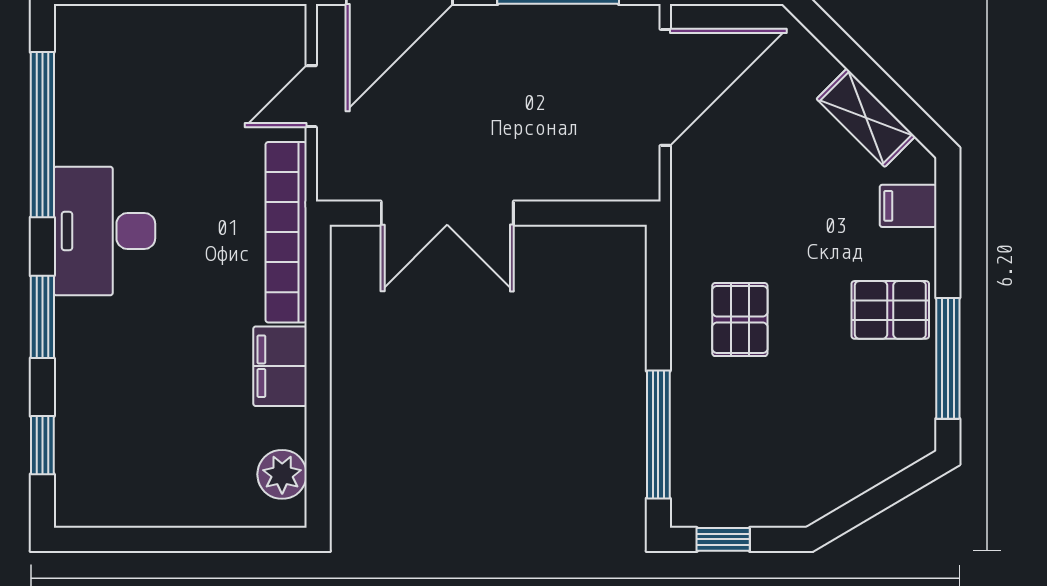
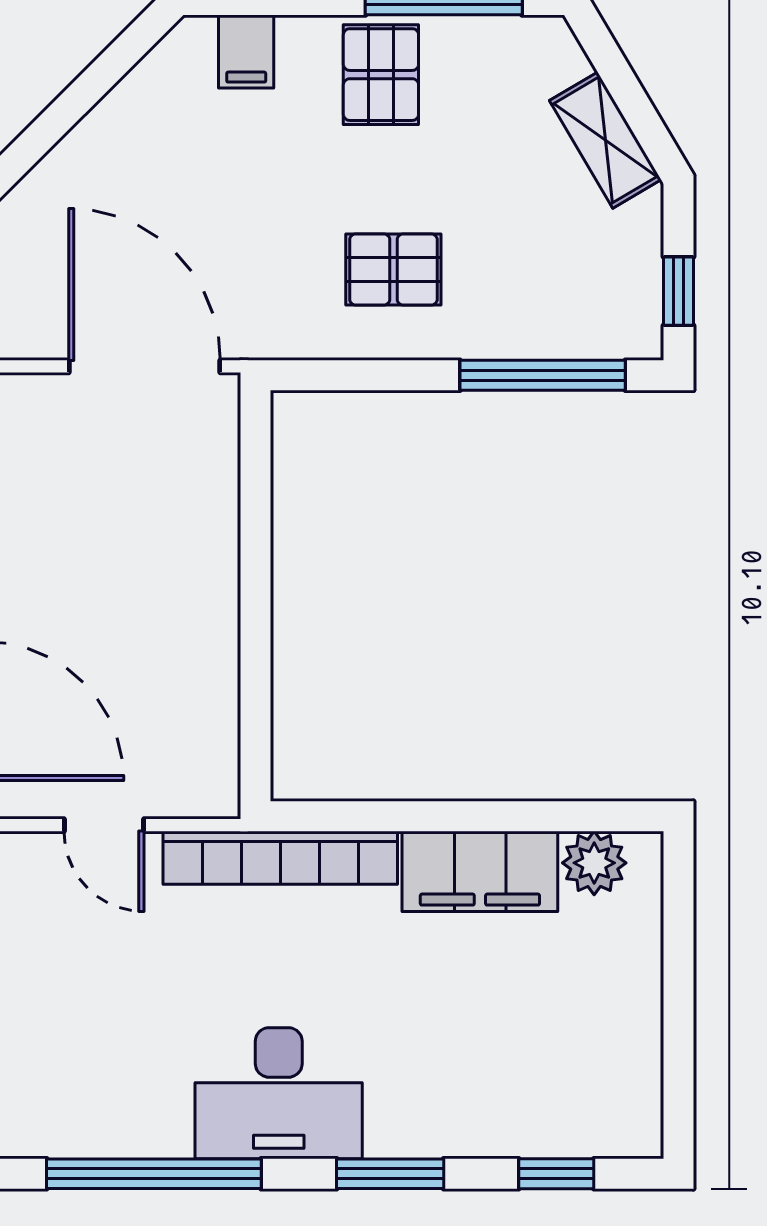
door: (665, 87) -> (145, 366), moved
shelving: (866, 118) -> (605, 140), moved, turned -76
double door: (447, 213) -> (255, 649), removed
filing cabinet: (280, 366) -> (480, 871), width x1.50, depth x1.17

